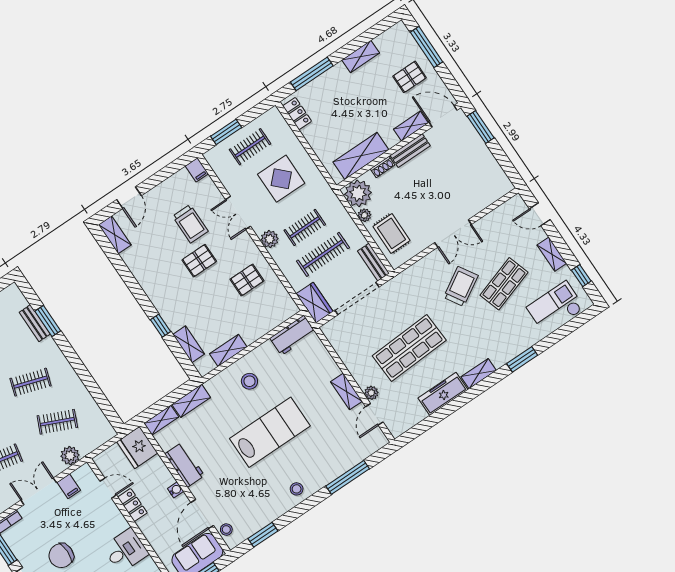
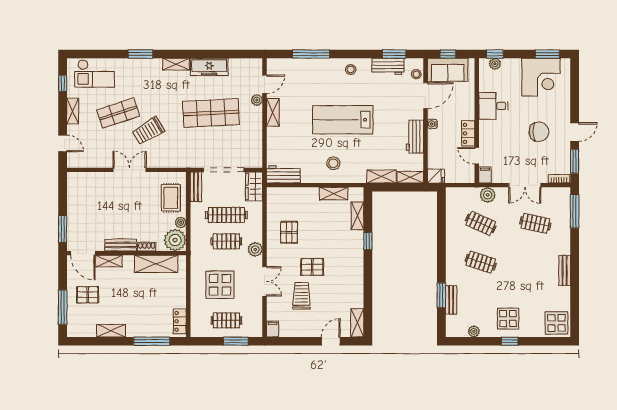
pallet: (247, 280) -> (289, 232), turned 90
fridge: (137, 447) -> (436, 176), width x0.53, depth x0.75
filing cabinet: (69, 486) -> (485, 175), moved
workbench: (261, 518) -> (388, 66), added

